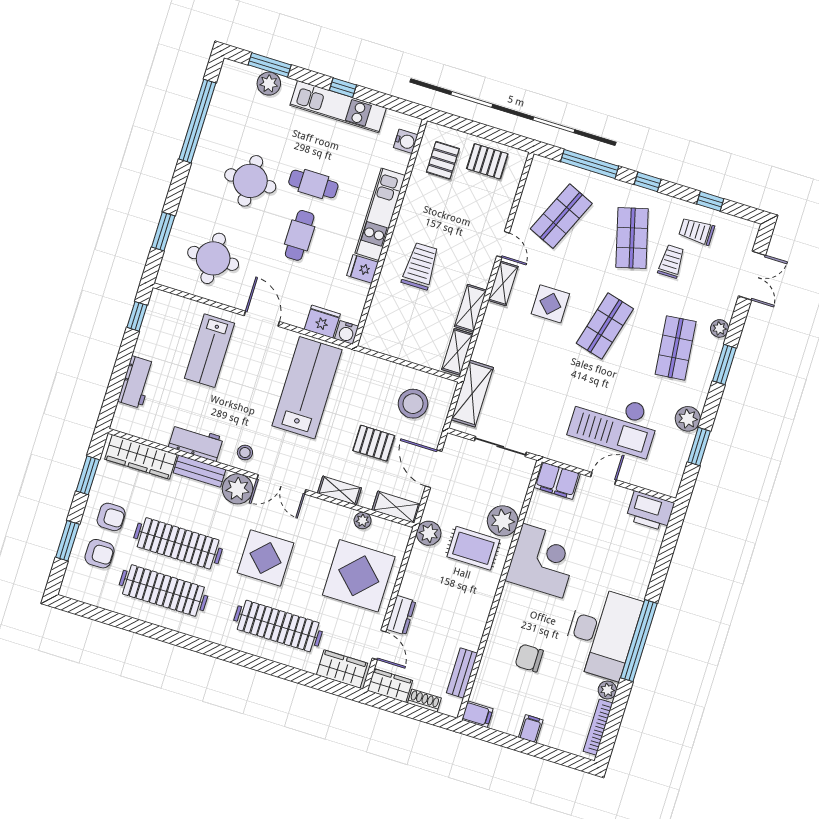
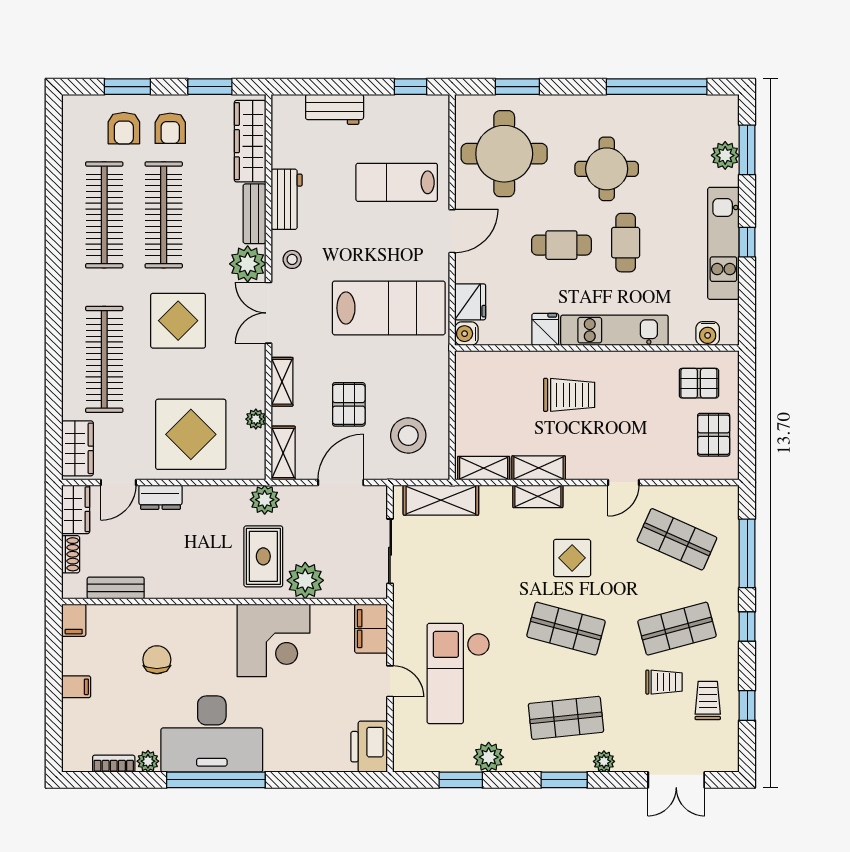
round table: (213, 258) -> (504, 154), width x1.36, depth x1.36
shelving: (503, 283) -> (538, 496), moved
bookcase: (598, 727) -> (114, 764), width x0.64

